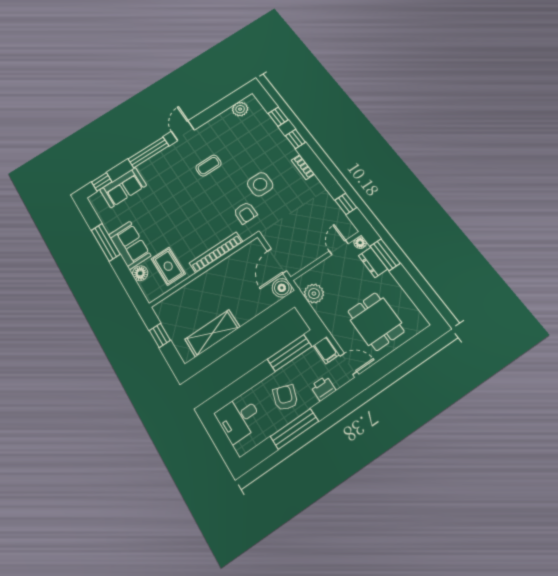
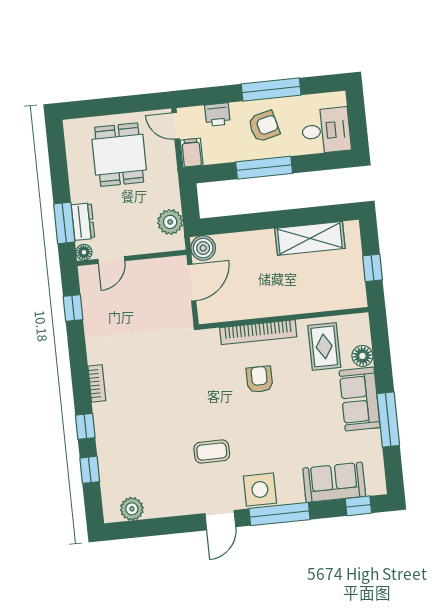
side table: (260, 184) -> (260, 490), moved
armchair: (245, 213) -> (259, 379), moved
window: (290, 353) -> (264, 168), moved
armchair: (285, 398) -> (264, 126), turned -123

